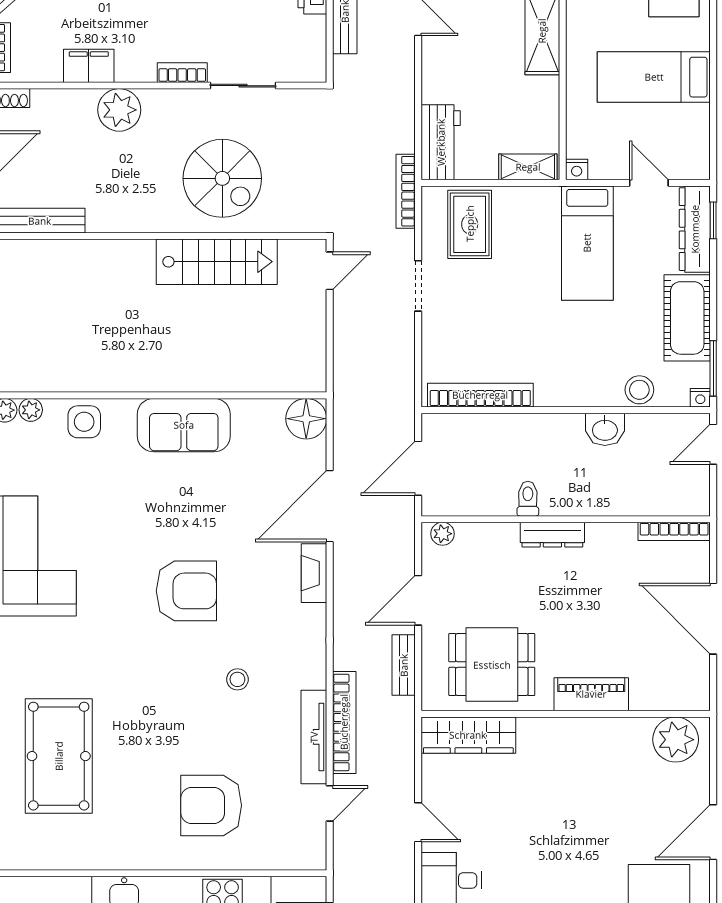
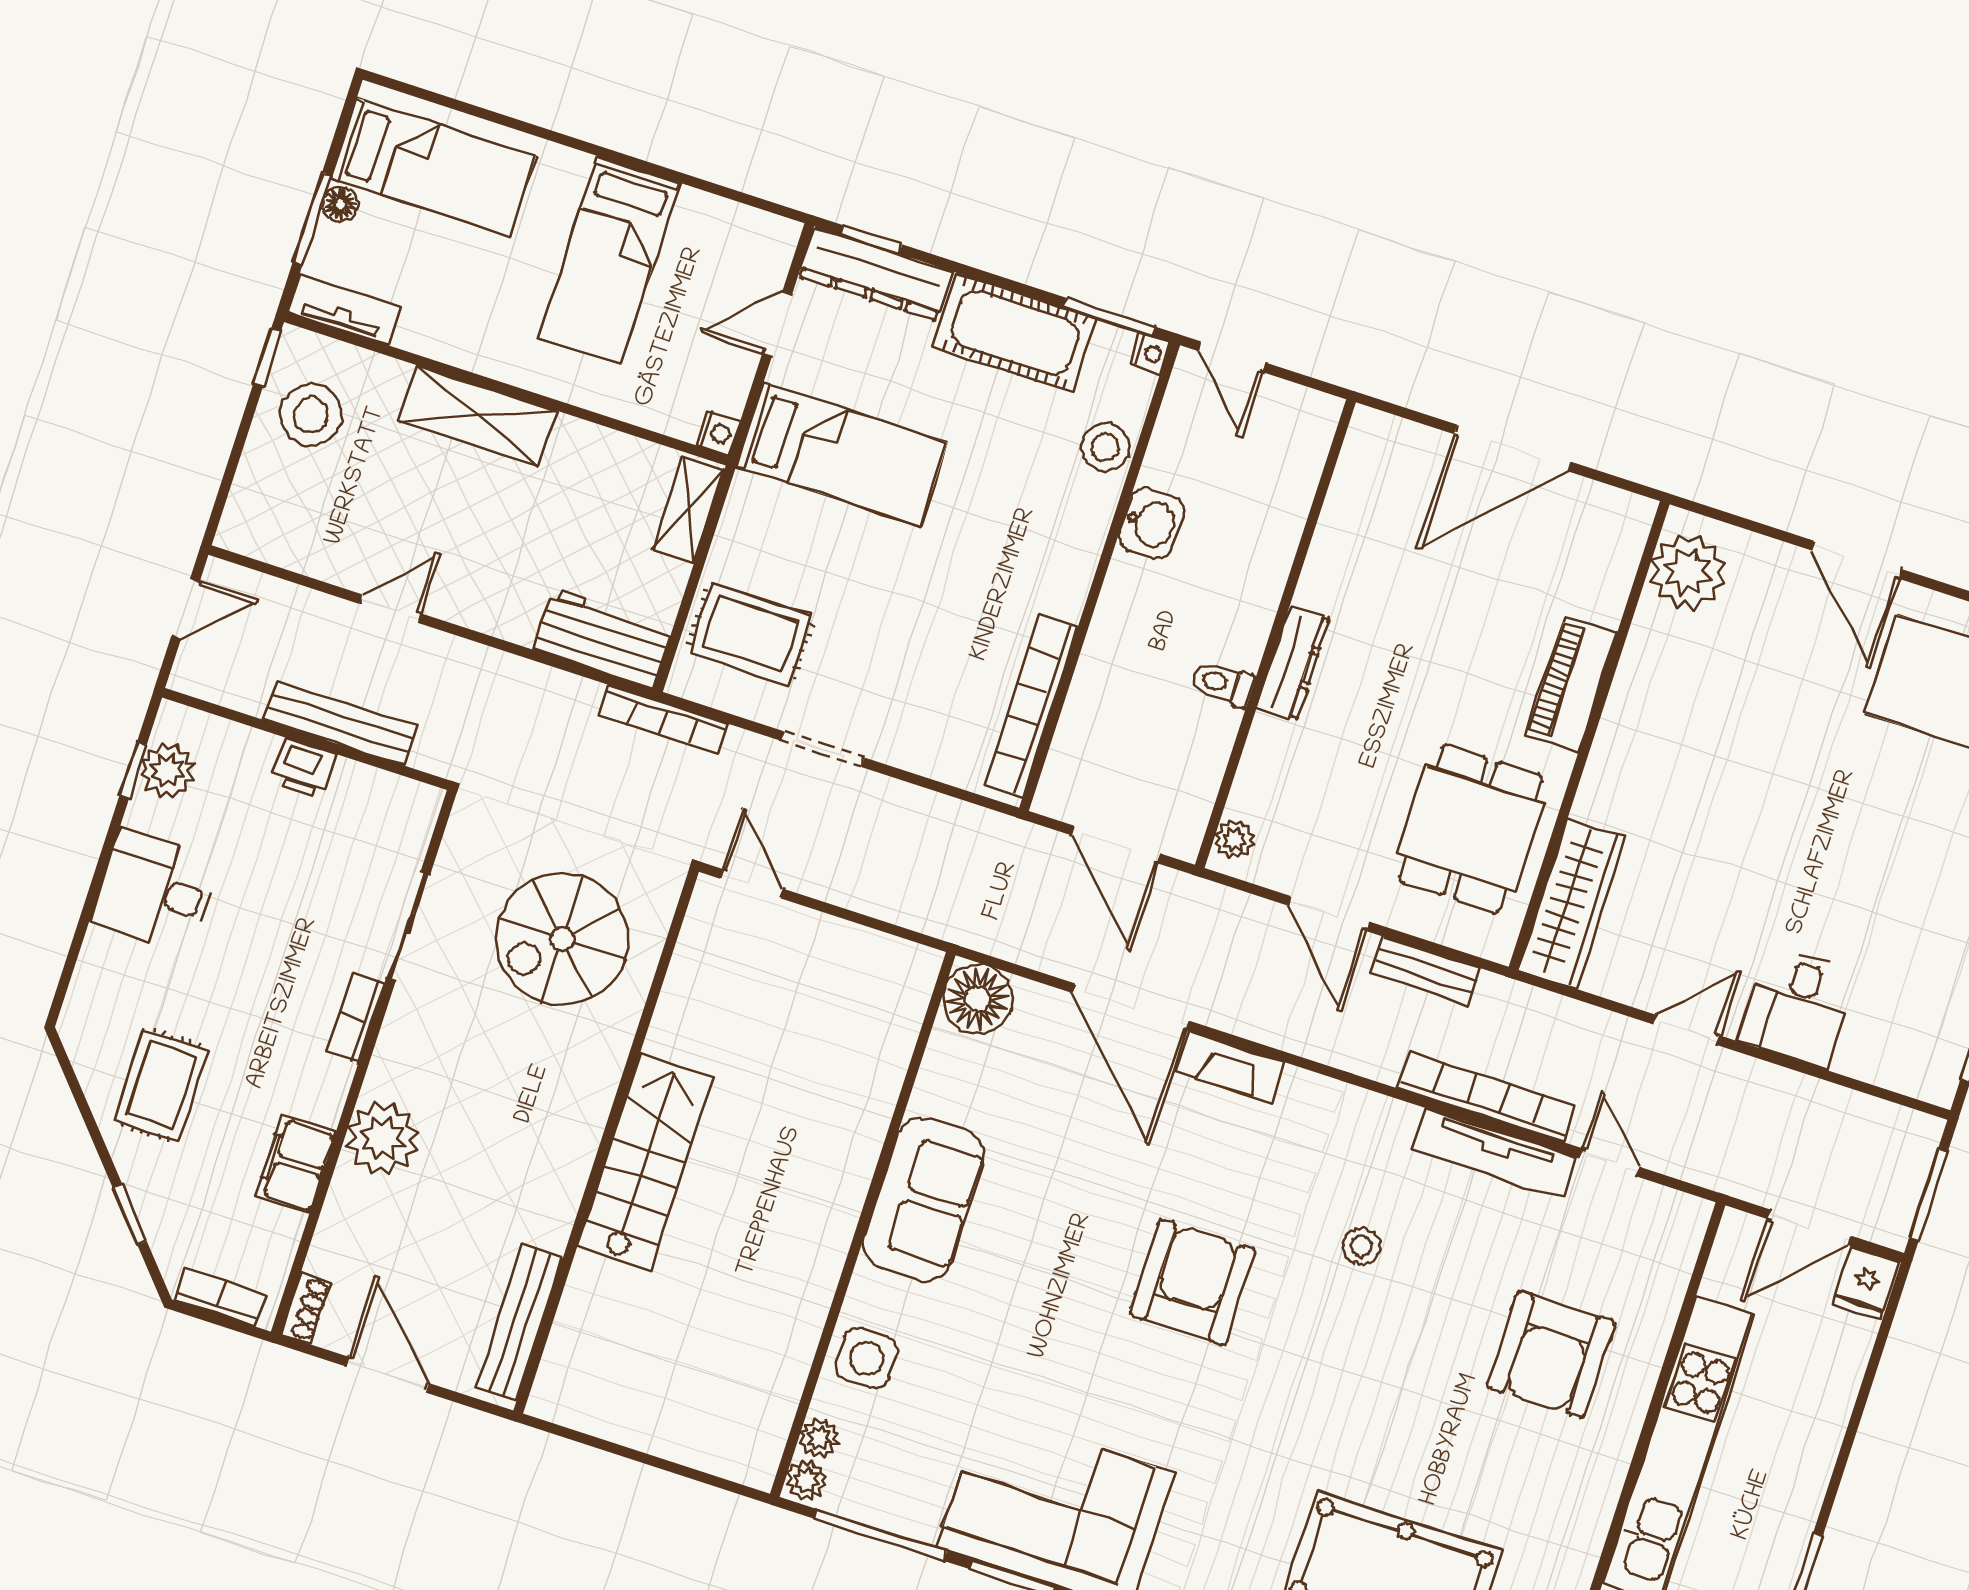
spiral stairs: (222, 178) -> (562, 939), moved, turned 180
stairs: (217, 262) -> (645, 1162), moved
bookcase: (674, 531) -> (1352, 465), removed

